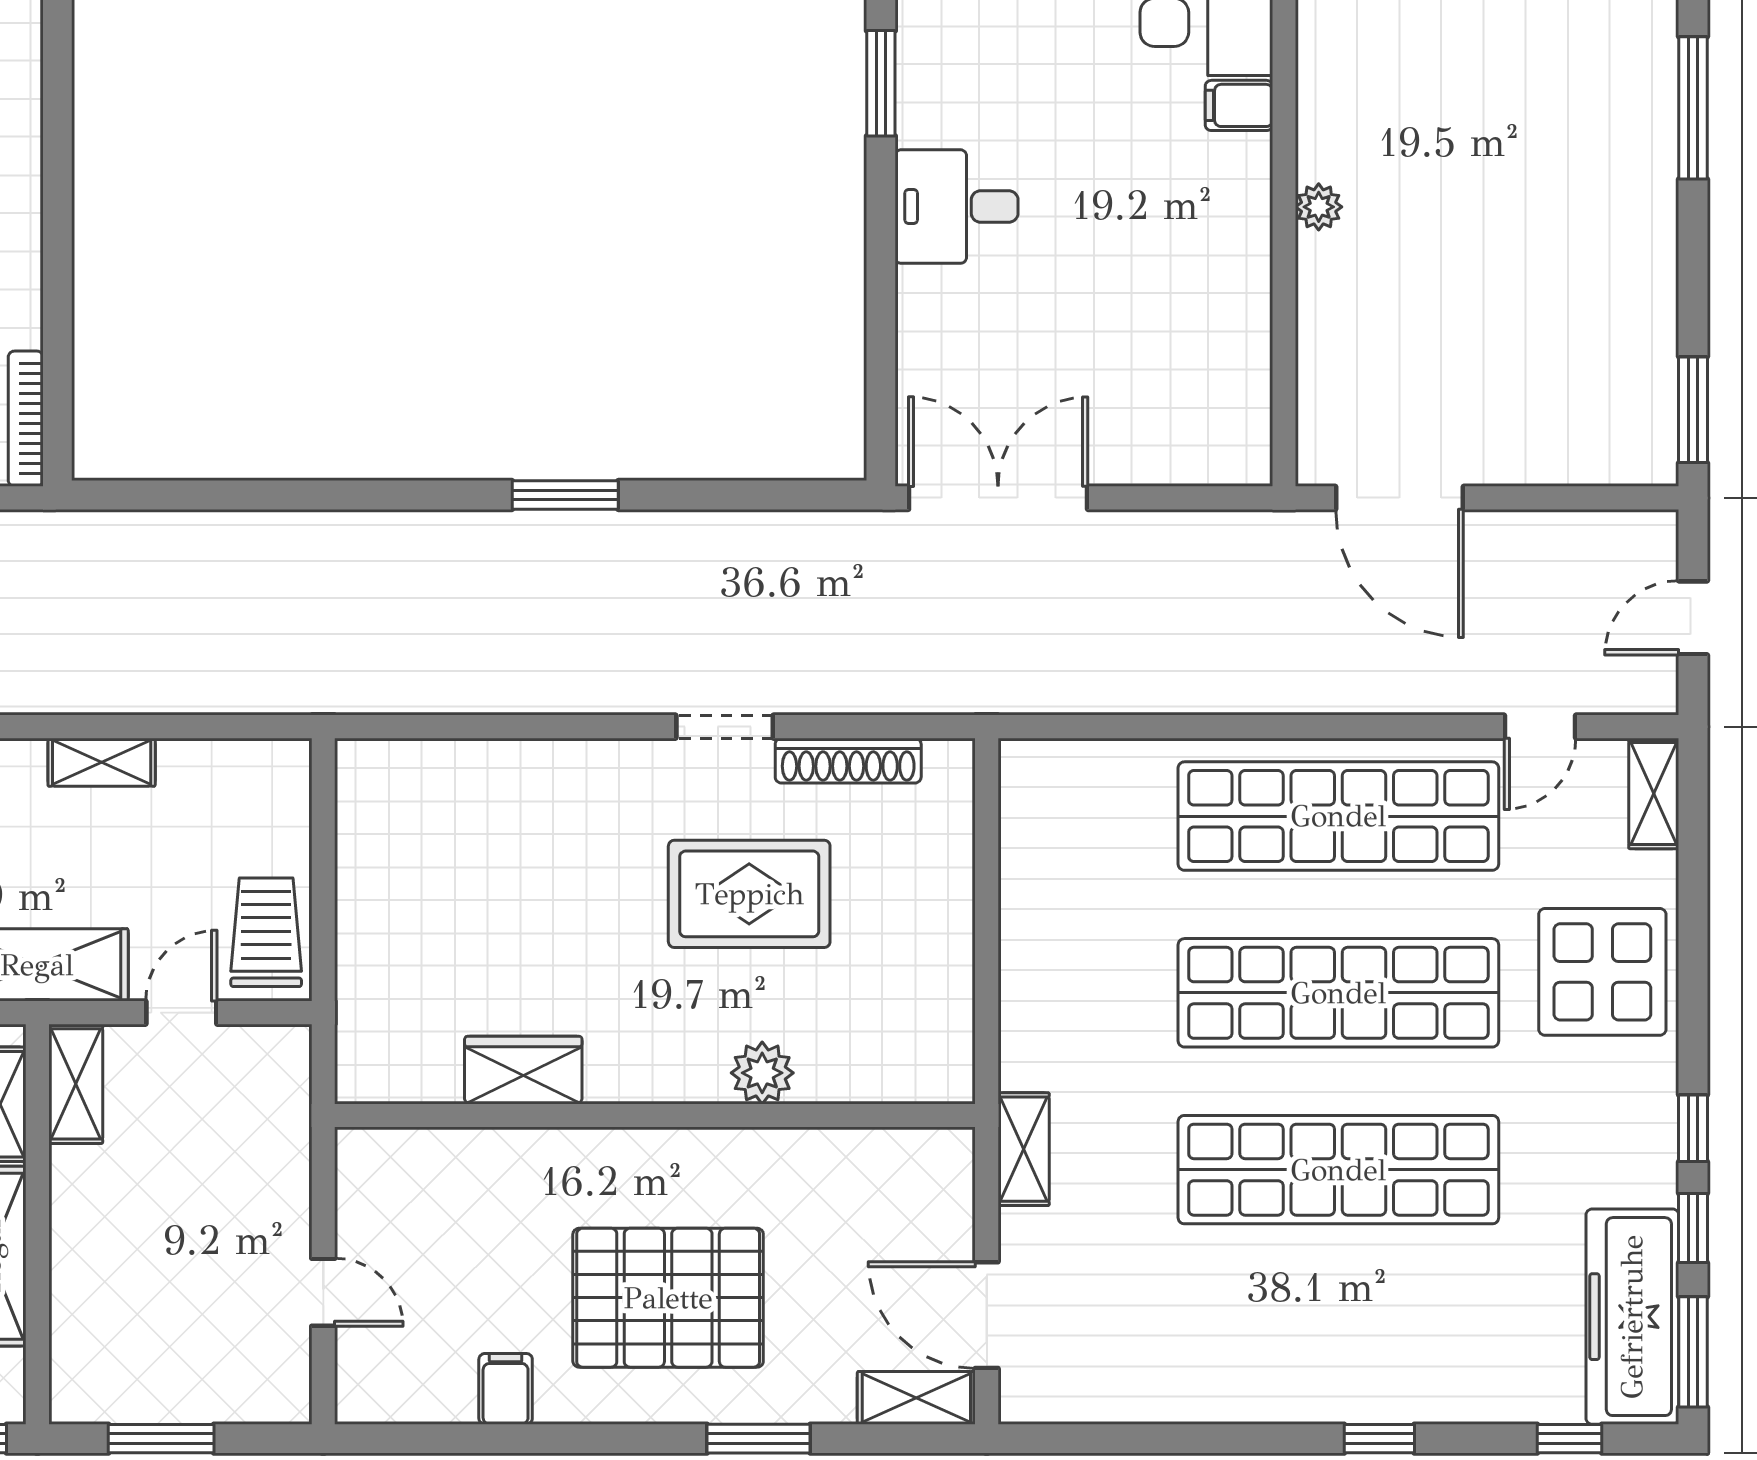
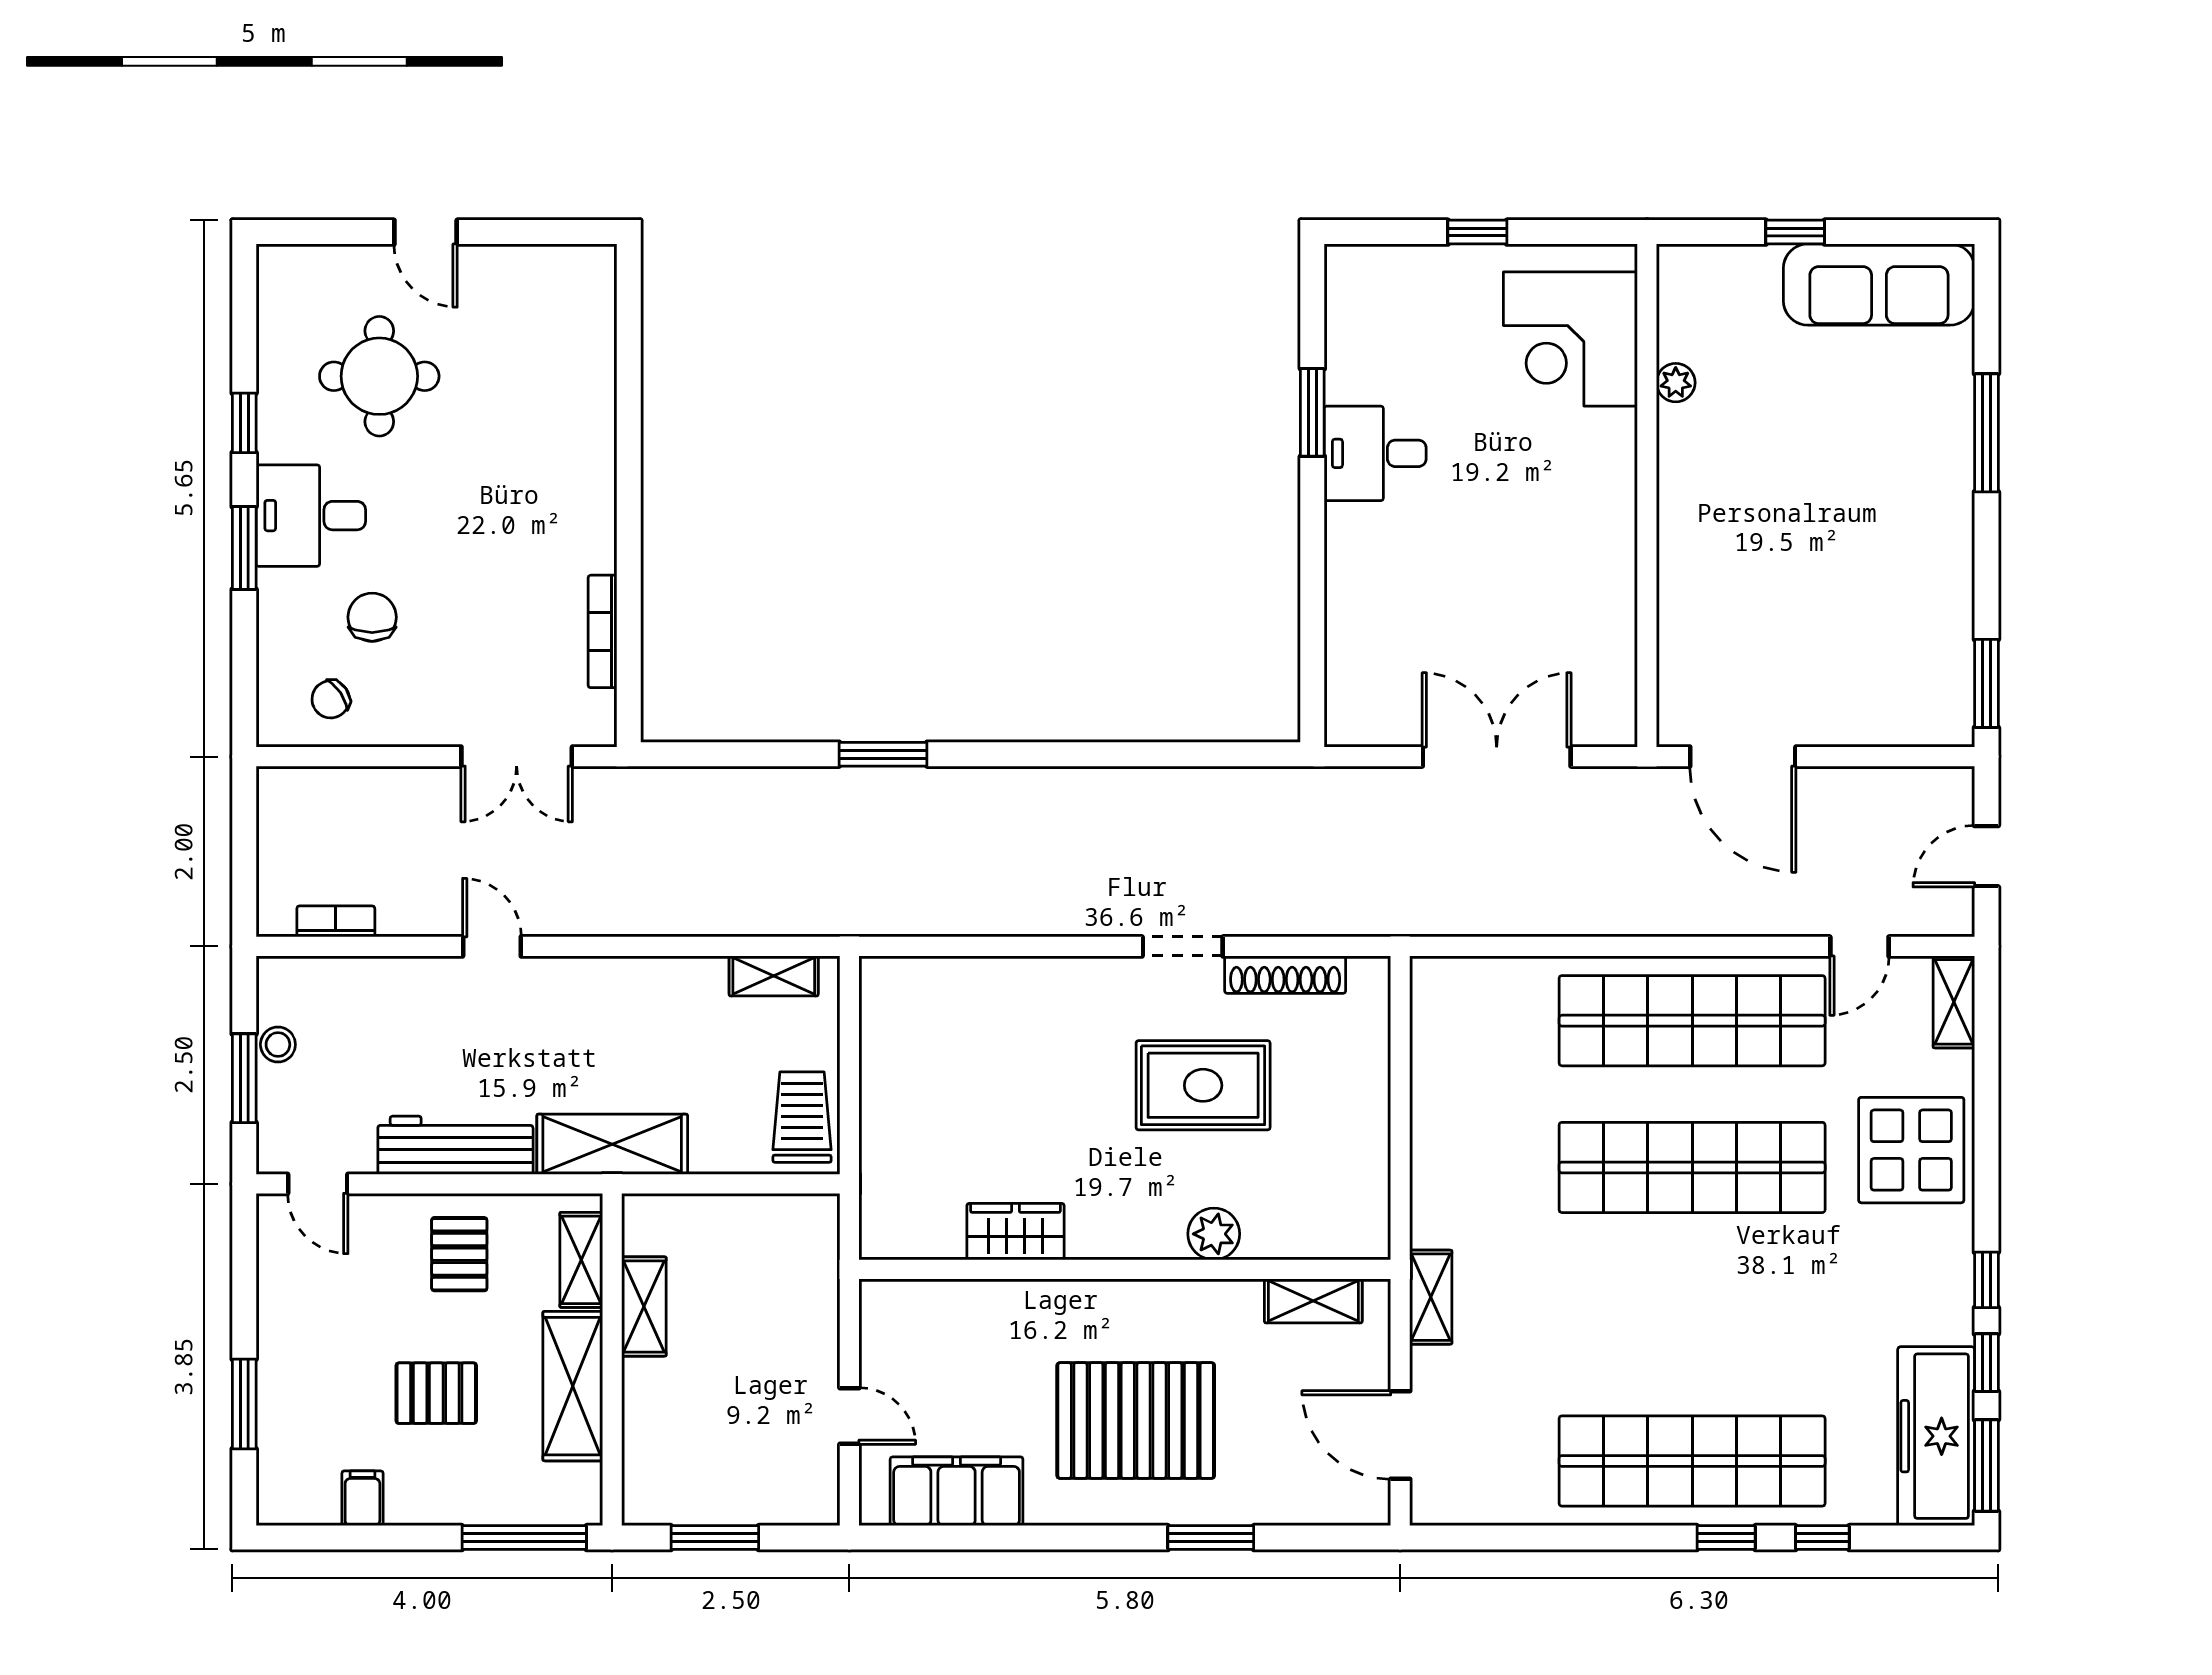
filing cabinet: (1239, 105) -> (1610, 431), removed
desk: (957, 207) -> (1375, 453), moved
plant: (1319, 207) -> (1676, 383), moved
bookcase: (26, 419) -> (602, 631), moved
window: (565, 495) -> (883, 754), moved
double door: (998, 498) -> (1497, 757), moved
shelving: (102, 762) -> (774, 976), moved
door: (181, 1013) -> (732, 1184), removed
shelving: (76, 1084) -> (644, 1306), moved
shop shelf: (1338, 1170) -> (1692, 1461), moved
filing cabinet: (506, 1389) -> (957, 1491), width x3.00, depth x1.17
shelving: (916, 1398) -> (1313, 1301), moved
window: (1570, 1439) -> (1822, 1538), moved

